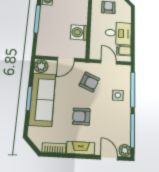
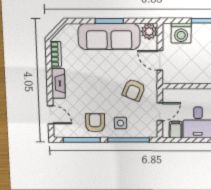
washing machine: (79, 32) -> (181, 33), moved, turned 180
armchair: (81, 116) -> (95, 123), moved
plant: (125, 150) -> (60, 131), removed
door: (109, 158) -> (51, 115), hinge flipped

